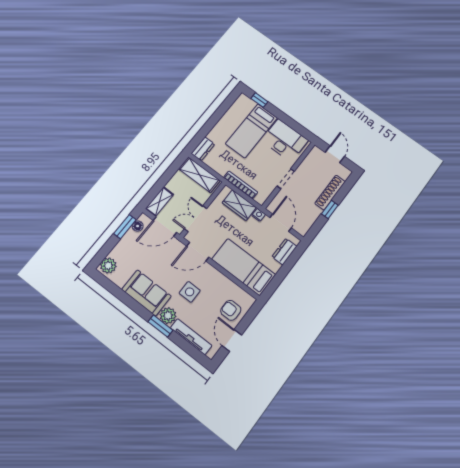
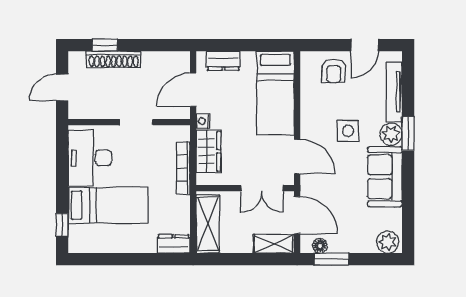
window: (330, 210) -> (105, 45), moved

